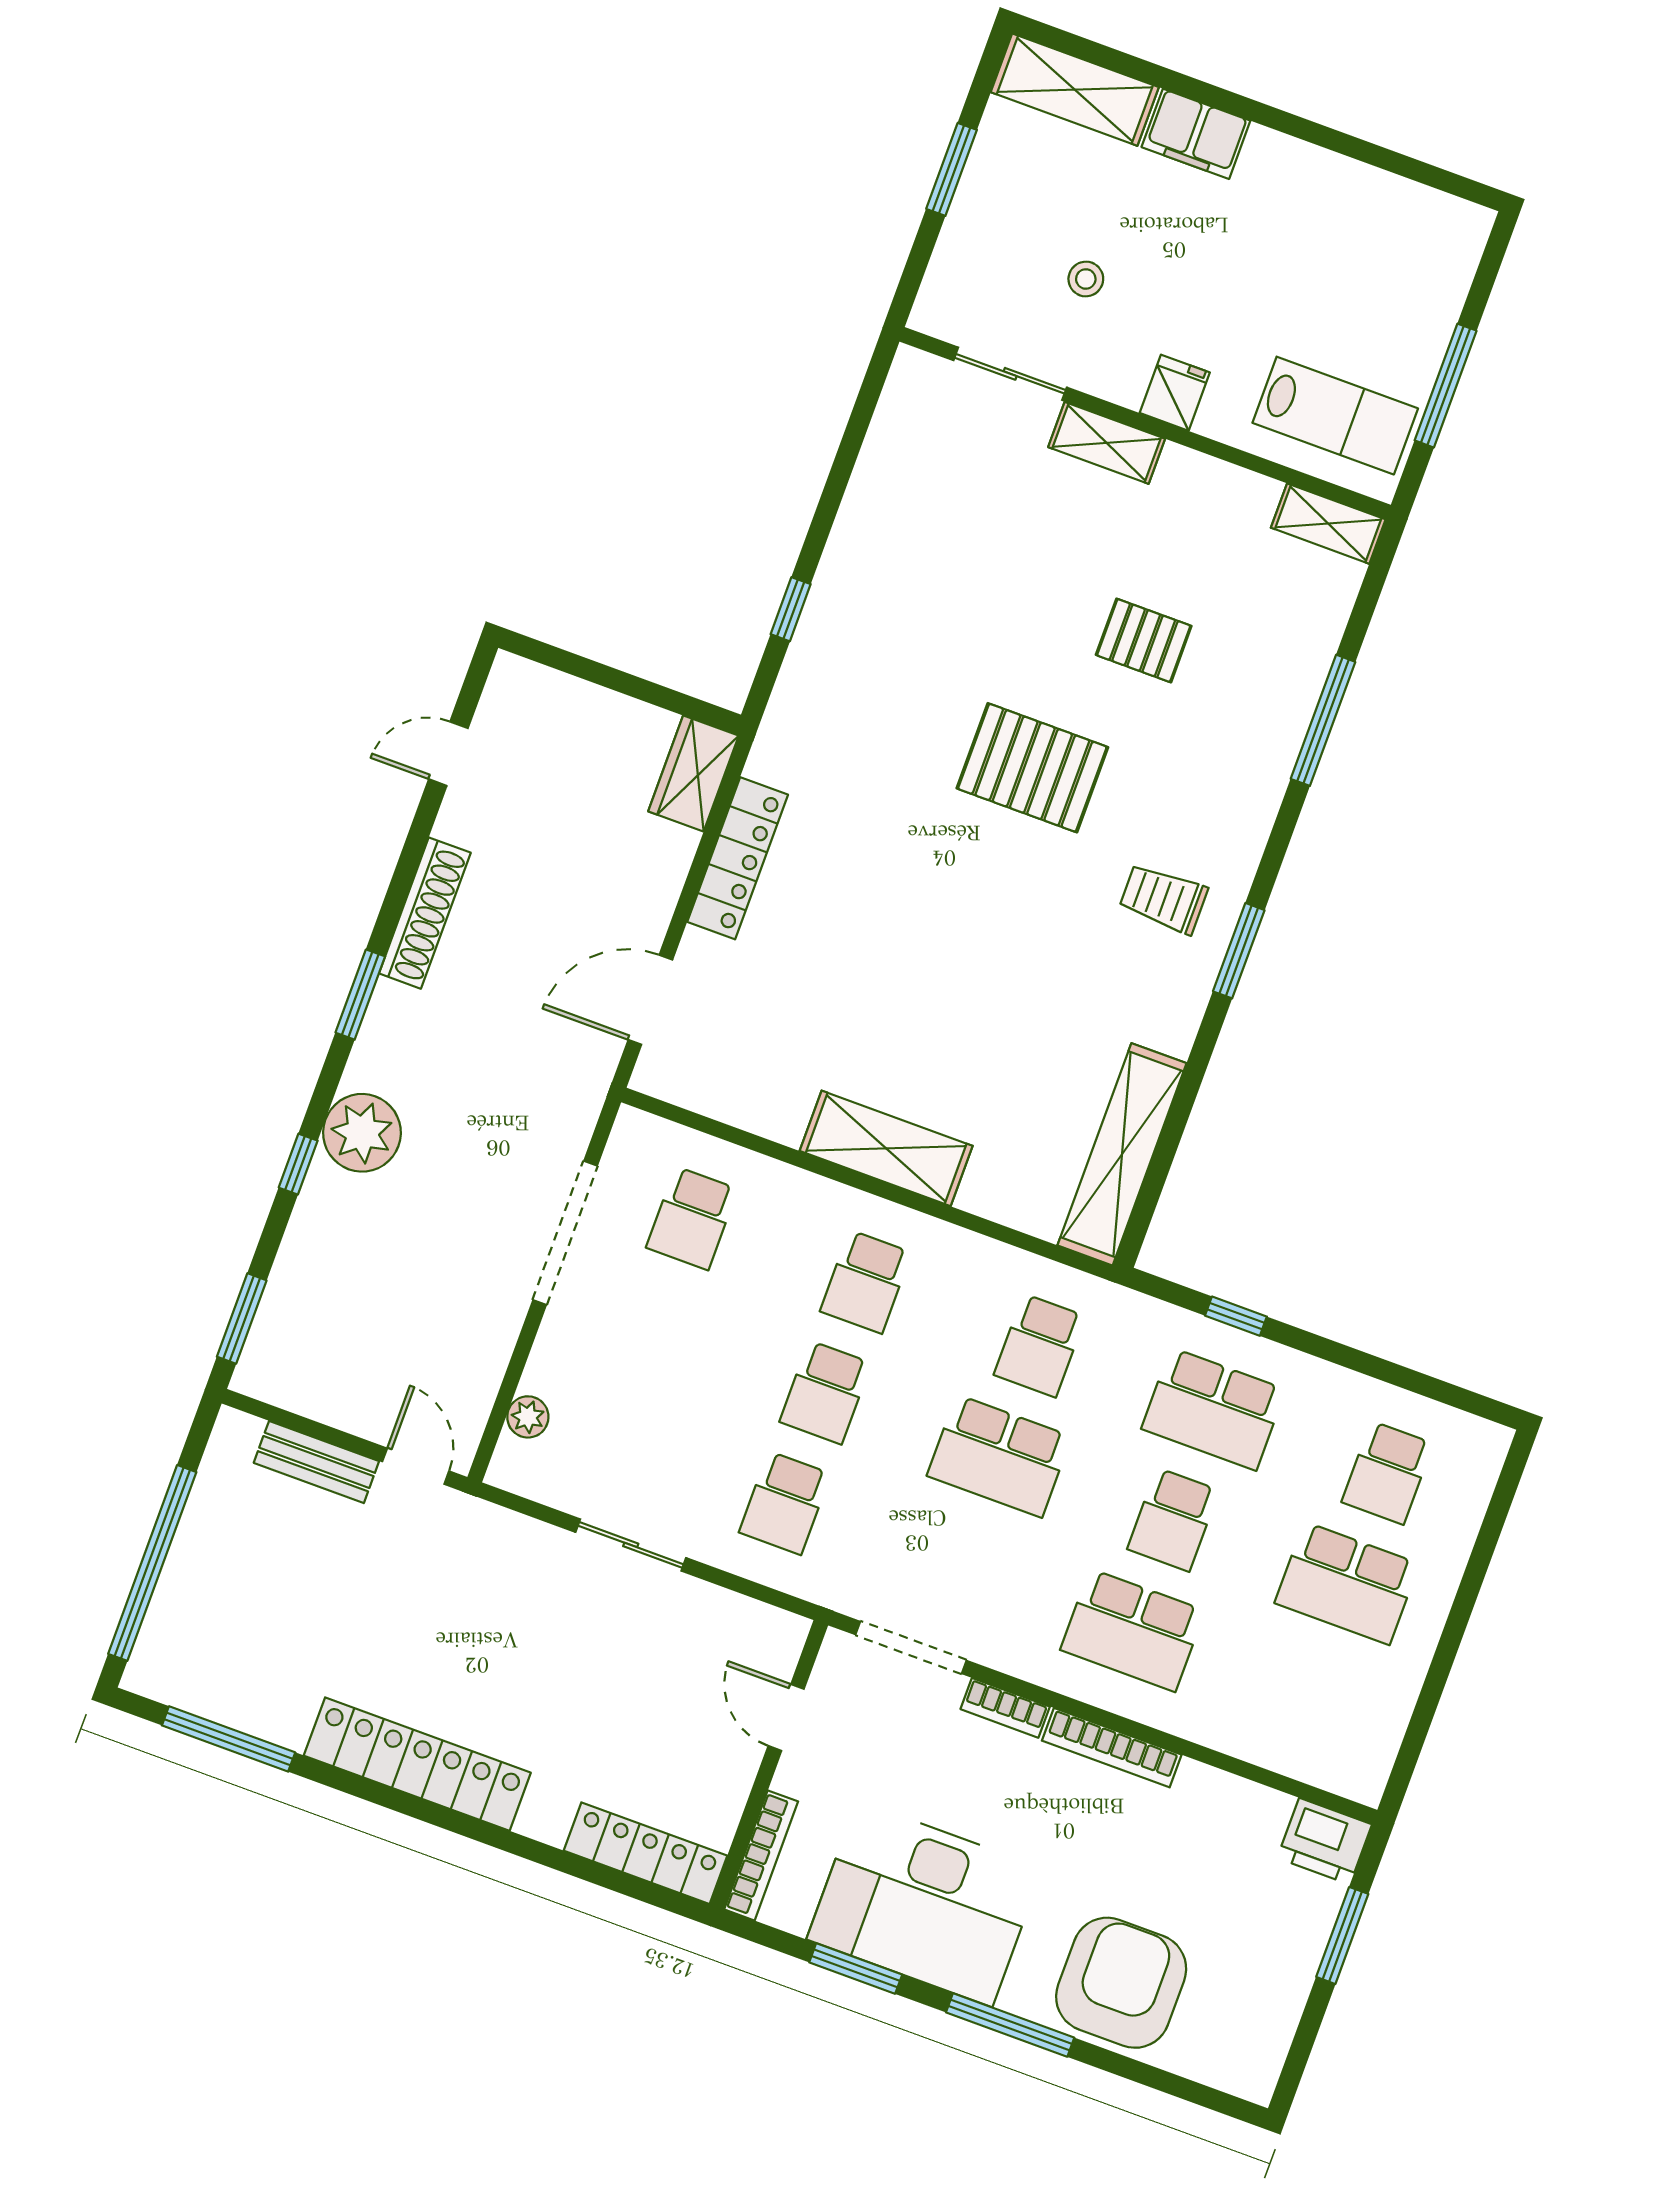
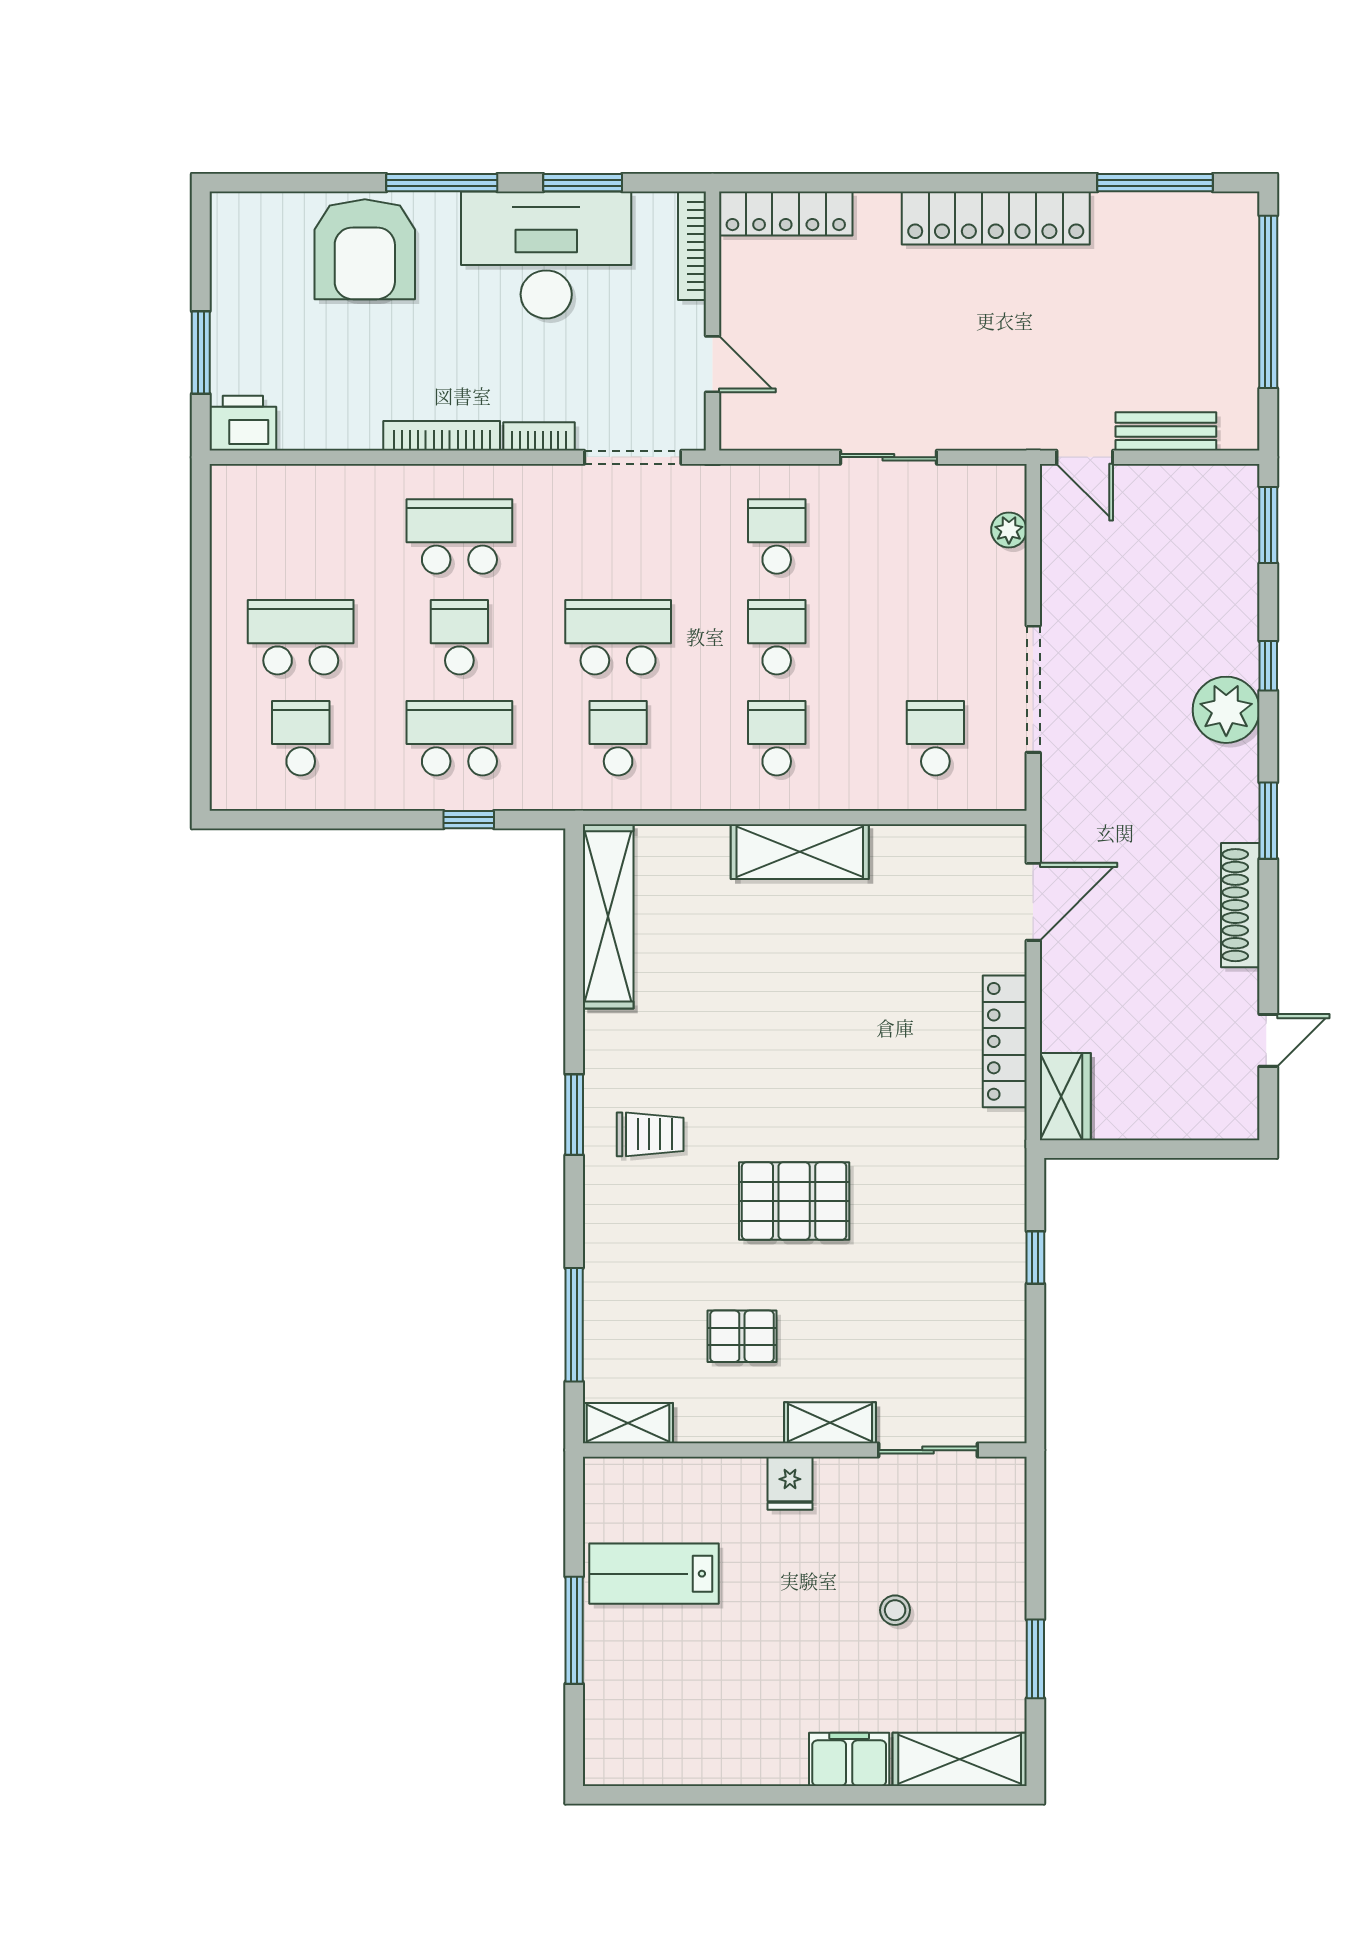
sliding door: (1010, 374) -> (928, 1450), moved
fridge: (1175, 393) -> (790, 1483), moved
wall: (1145, 423) -> (805, 1450), moved
shelving: (1107, 443) -> (830, 1423), moved
shelving: (1328, 524) -> (628, 1423), moved

